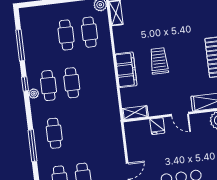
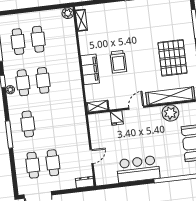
cafe table: (89, 32) -> (18, 42), moved
trolley: (159, 61) -> (118, 62), turned 180
door: (180, 114) -> (136, 108), swing flipped

